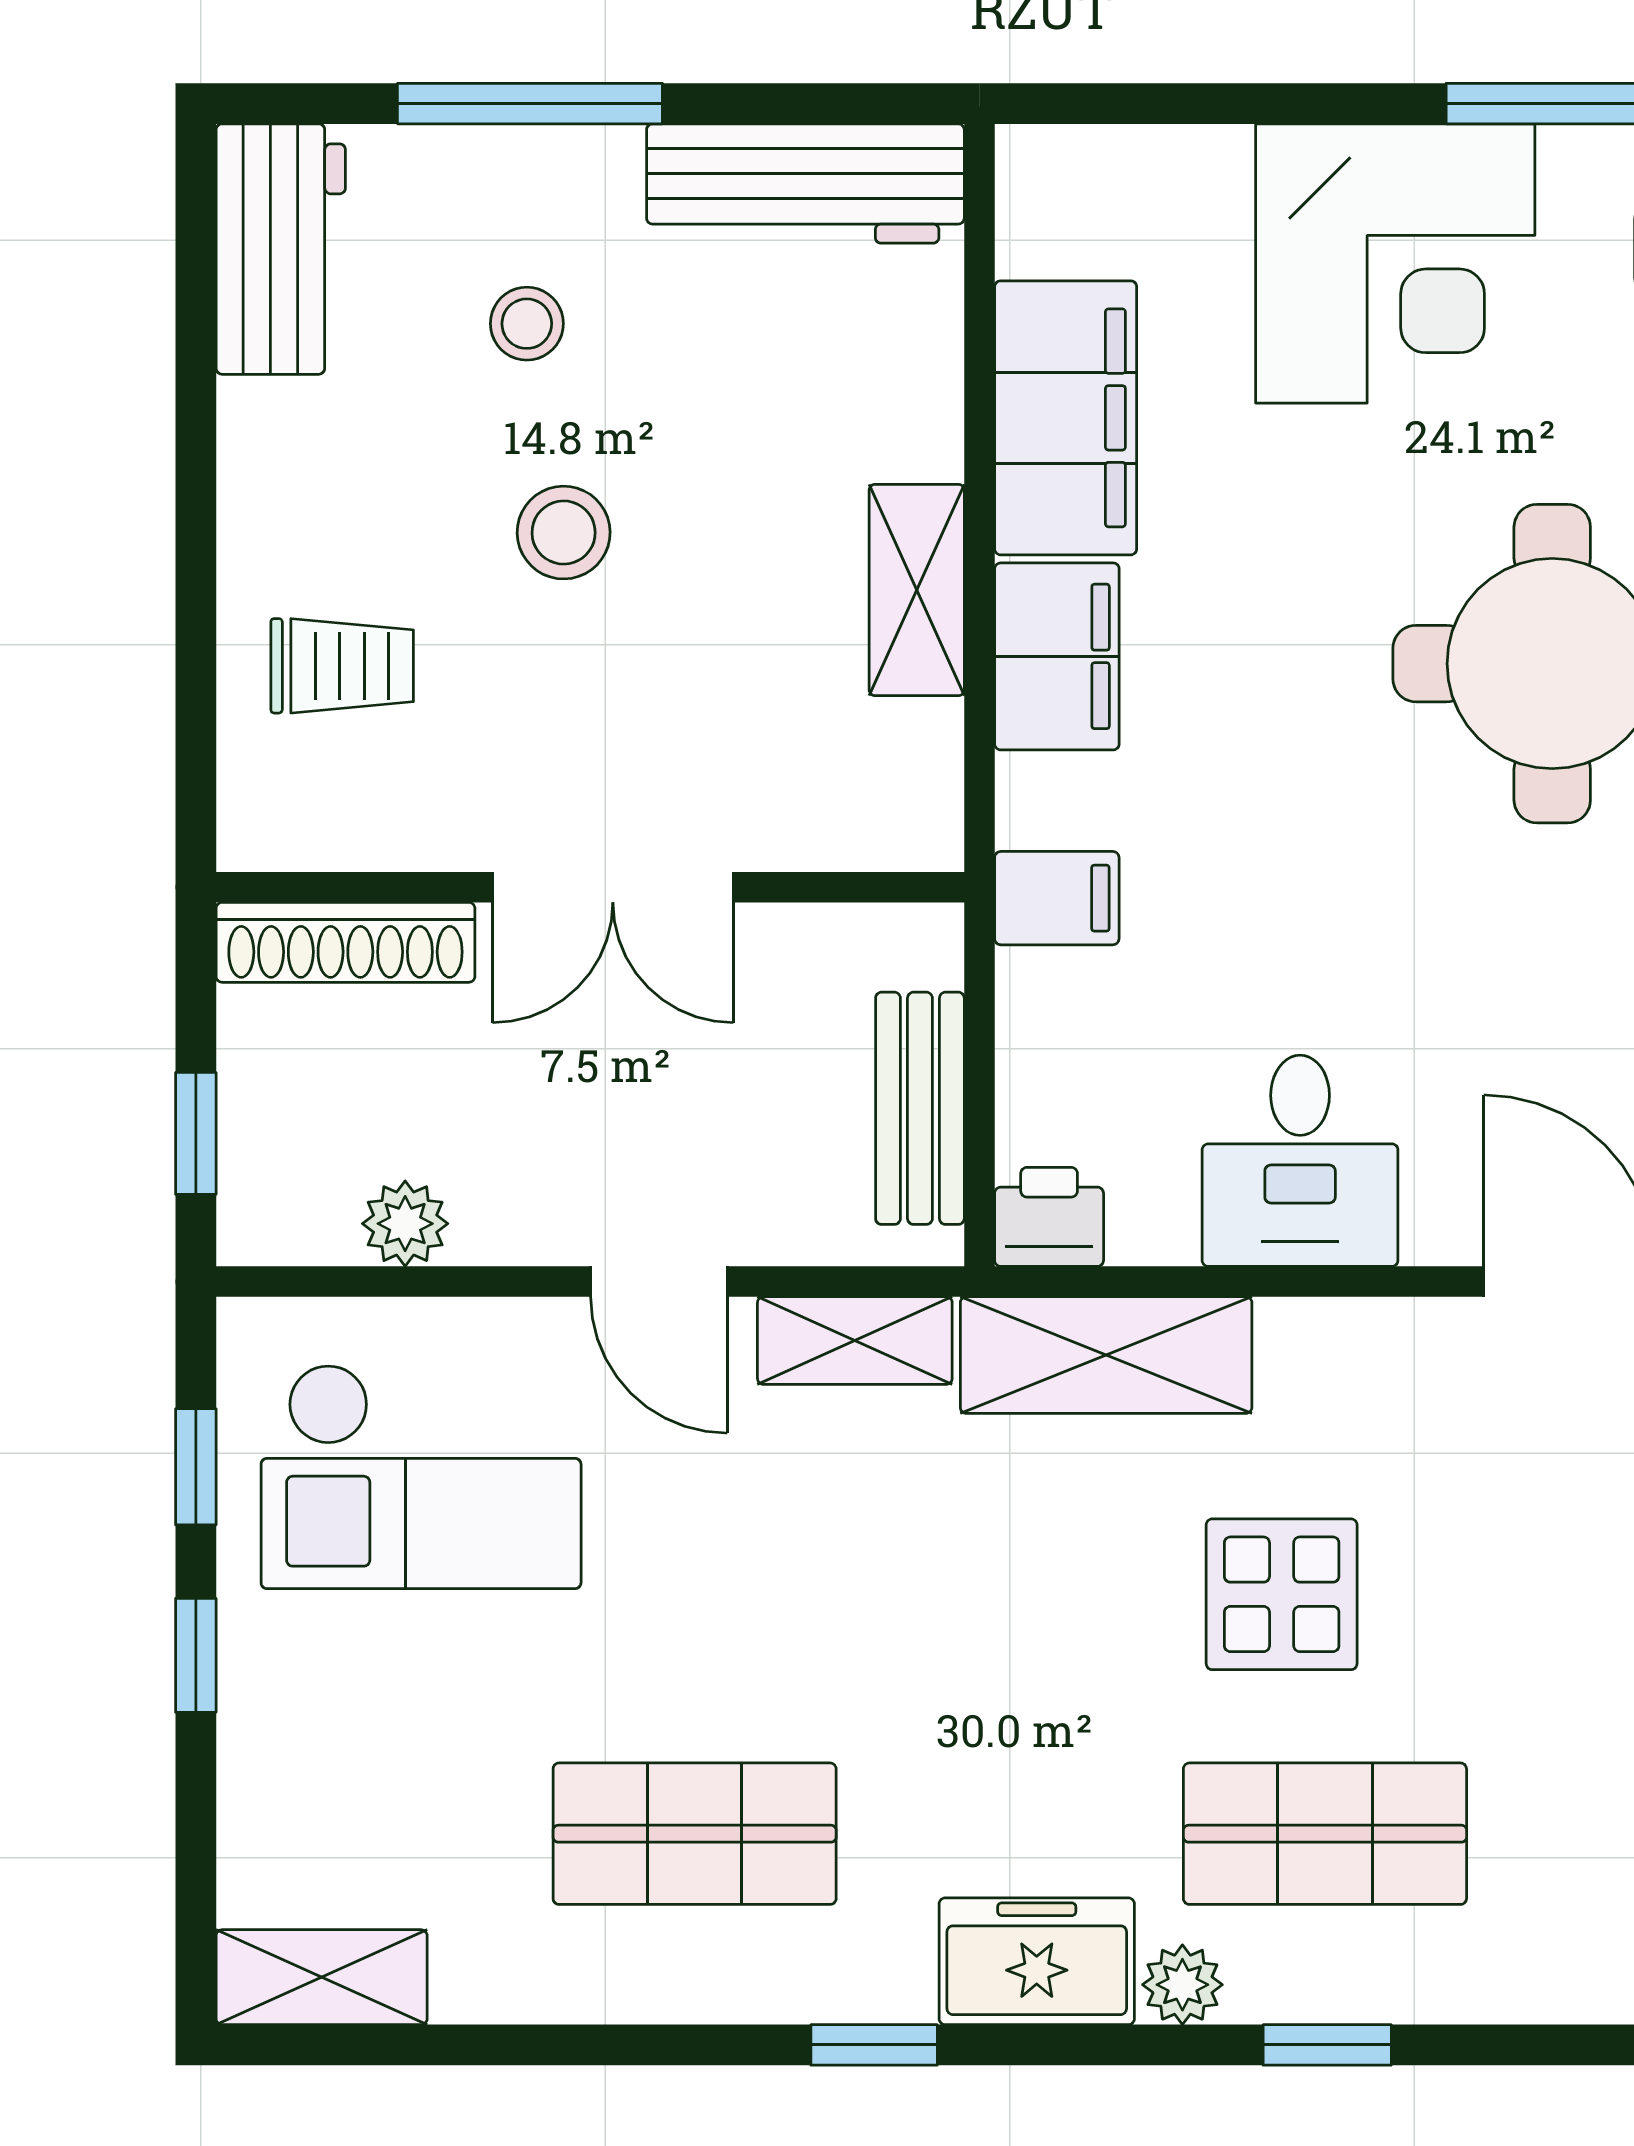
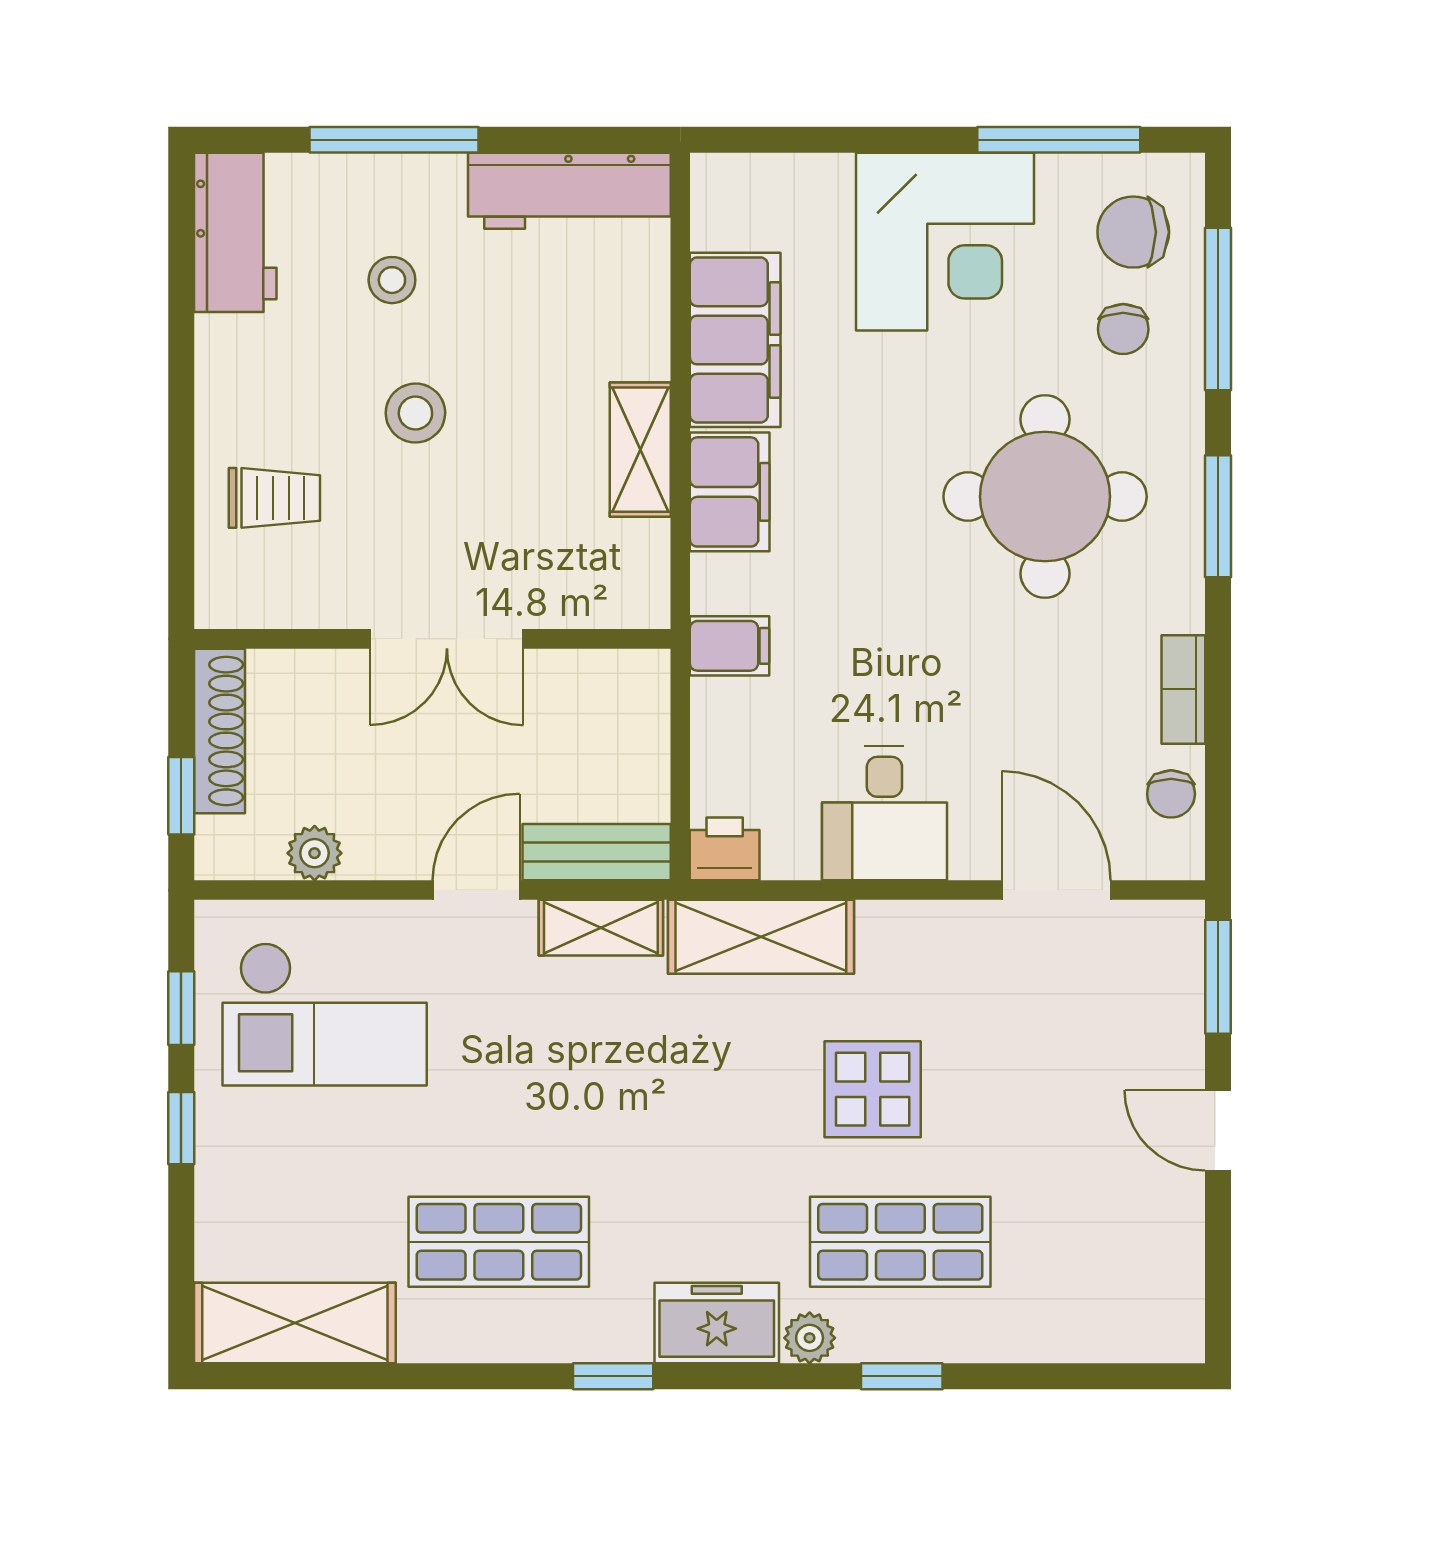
shoe rack: (345, 942) -> (220, 731), moved, turned -90
bench: (920, 1108) -> (597, 852), moved, turned 90
door: (659, 1282) -> (476, 890), swing flipped
shelving: (322, 1977) -> (295, 1323), width x1.50, depth x1.33

